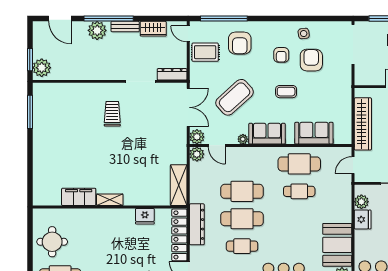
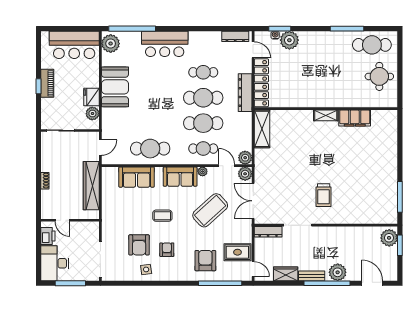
cafe table: (299, 191) -> (203, 149), moved
fridge: (145, 216) -> (293, 100), removed
booth: (337, 245) -> (115, 87), moved

